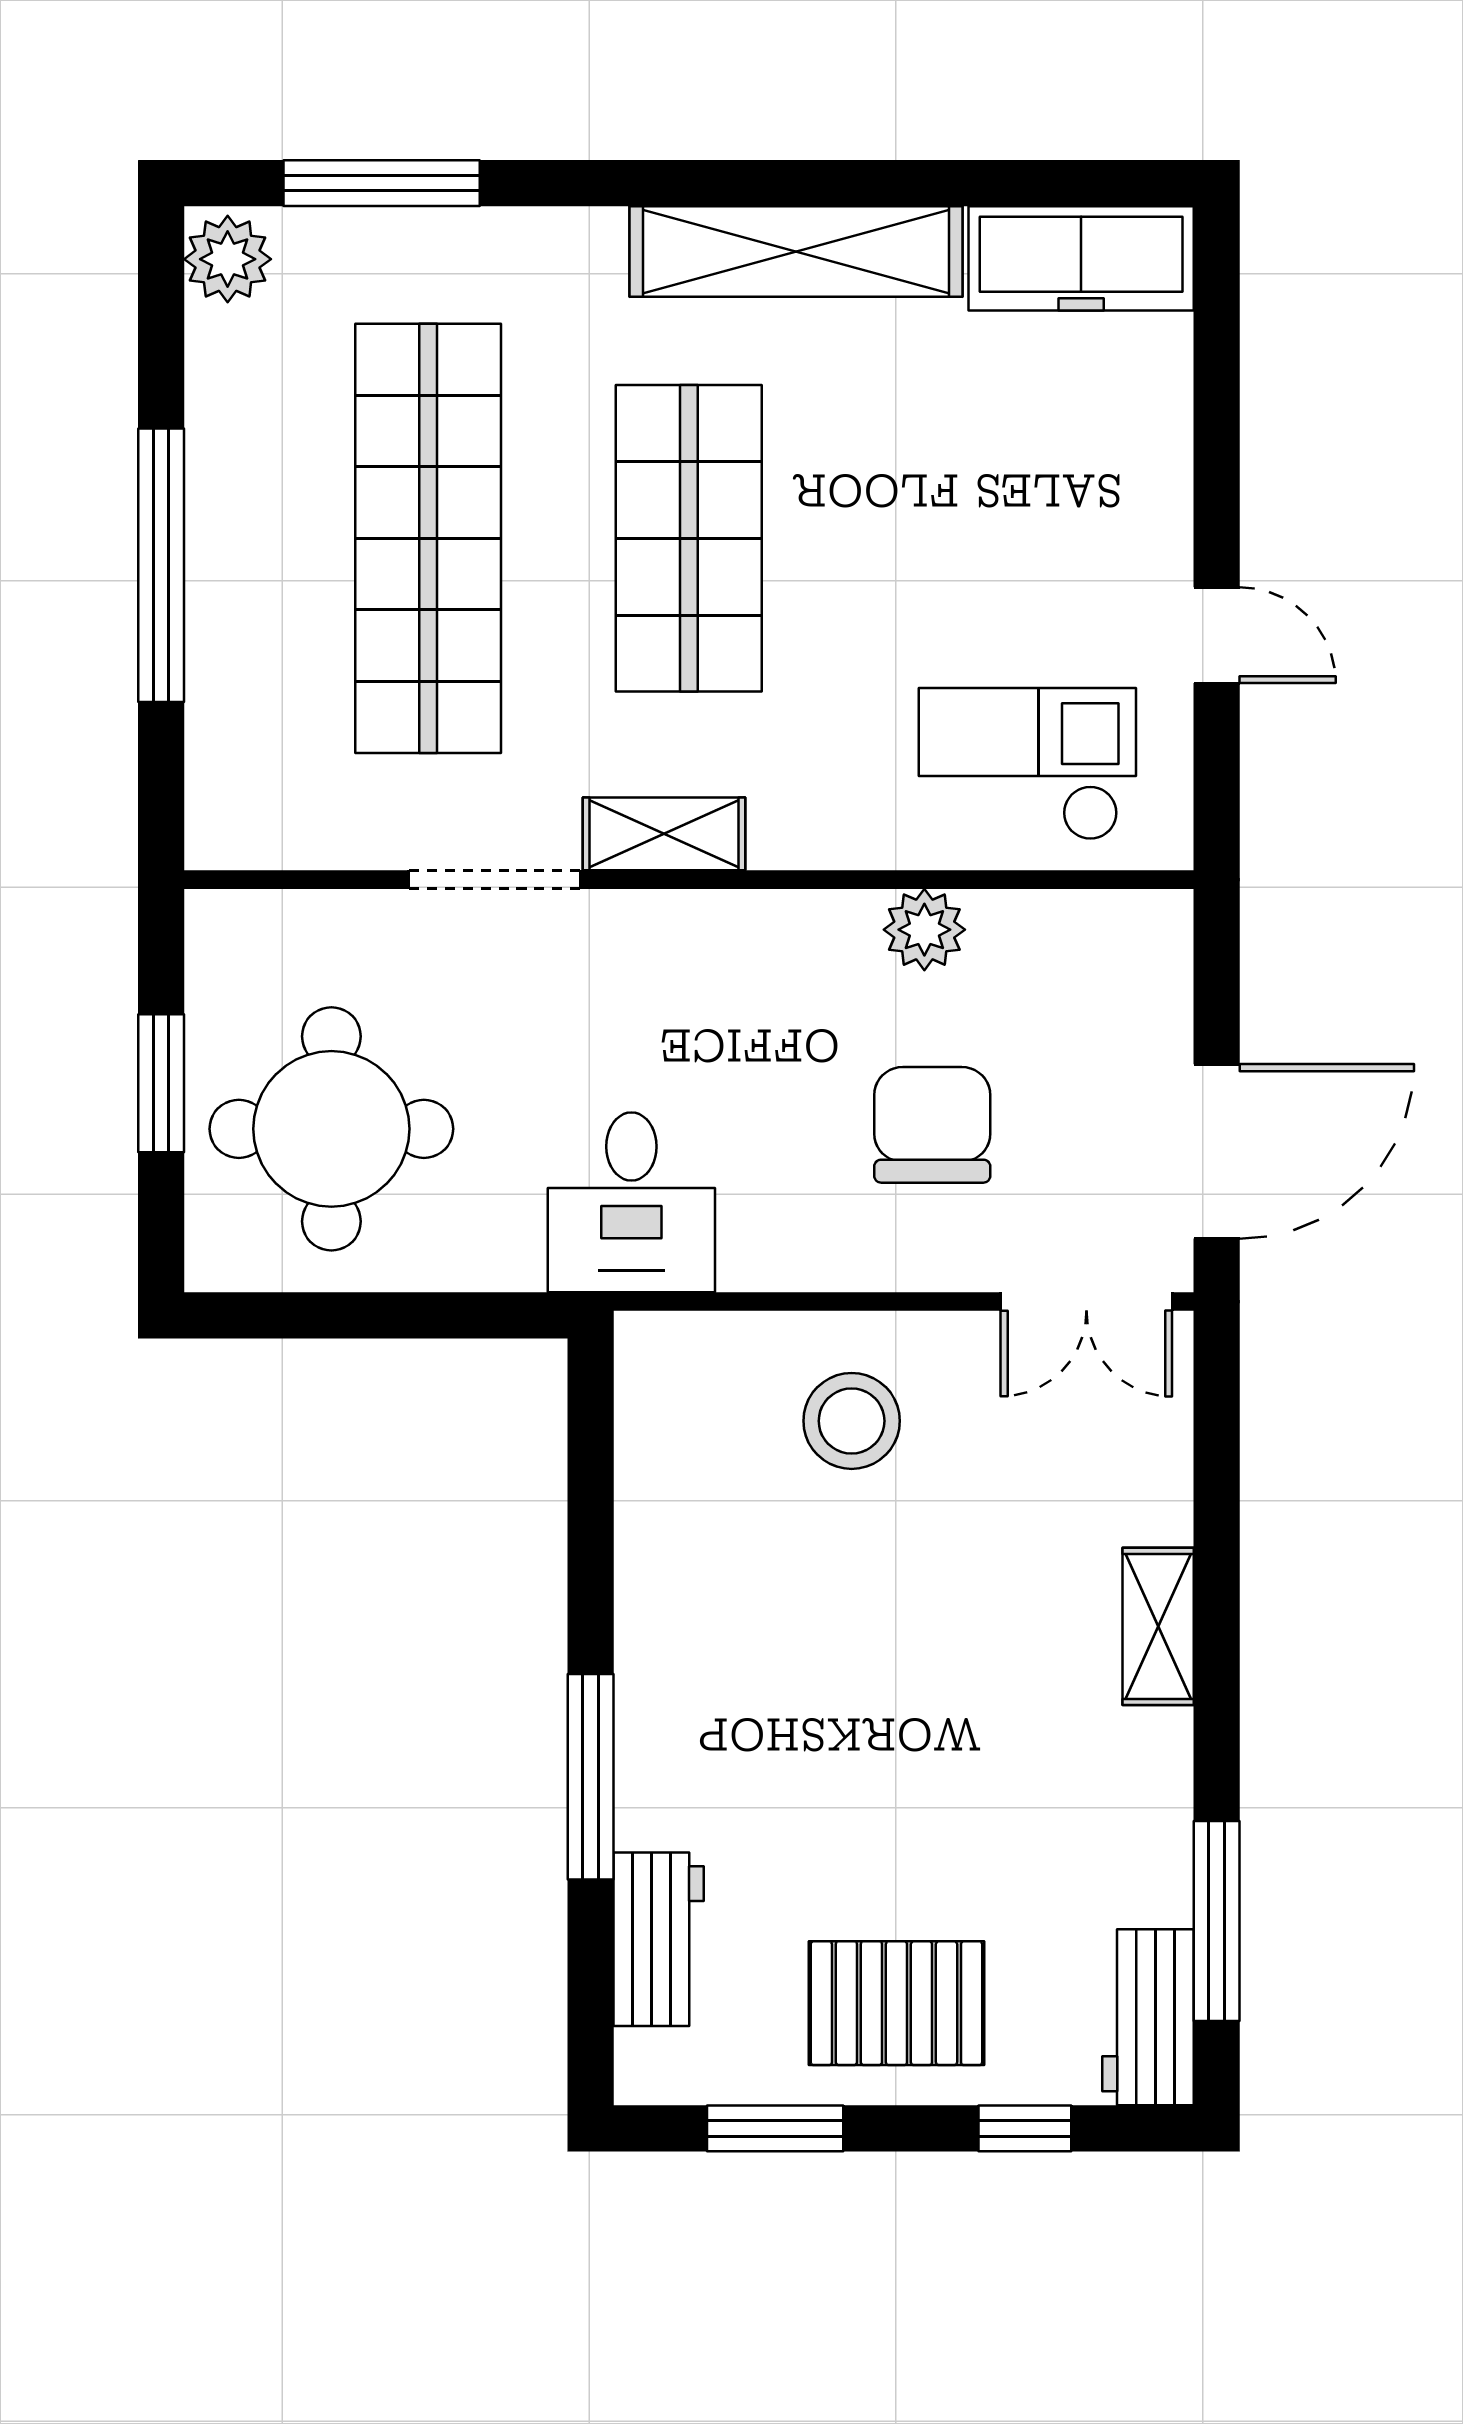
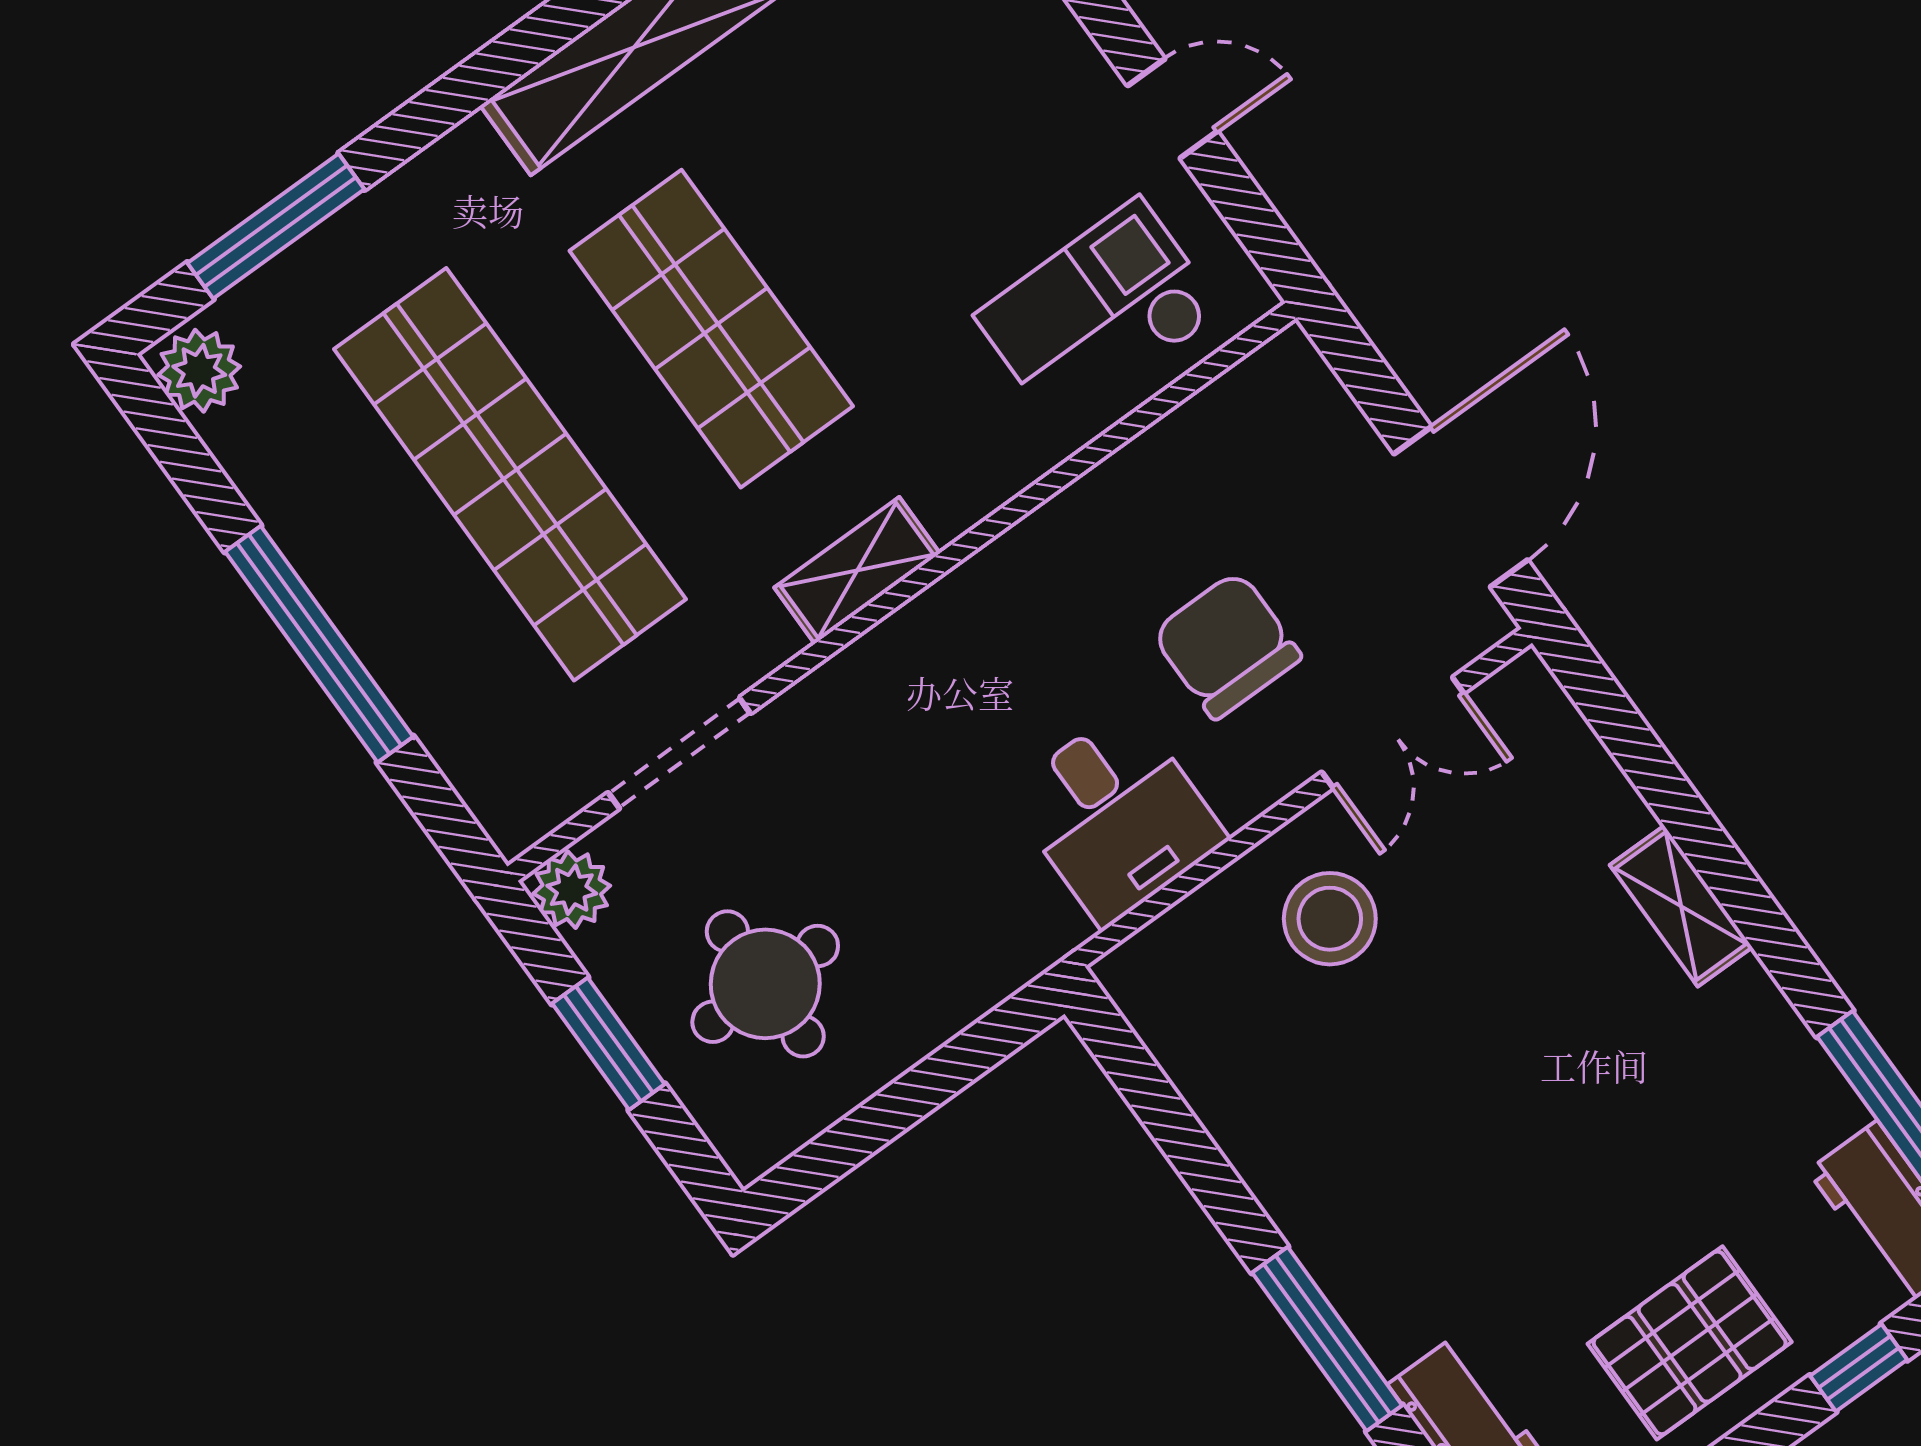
doorway: (494, 880) -> (679, 753), moved
plant: (924, 930) -> (572, 890), moved
round table: (331, 1129) -> (765, 984), width x0.73, depth x0.73
desk: (631, 1202) -> (1116, 816), moved
double door: (1086, 1302) -> (1393, 733), moved

